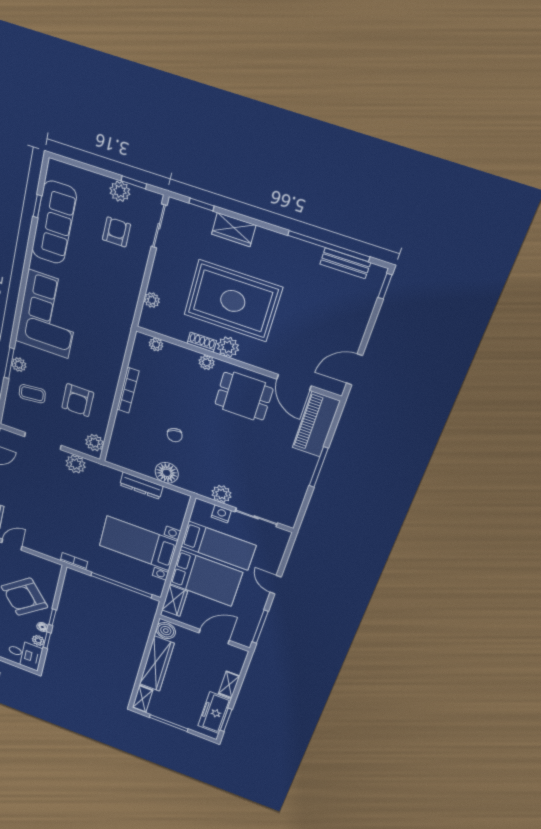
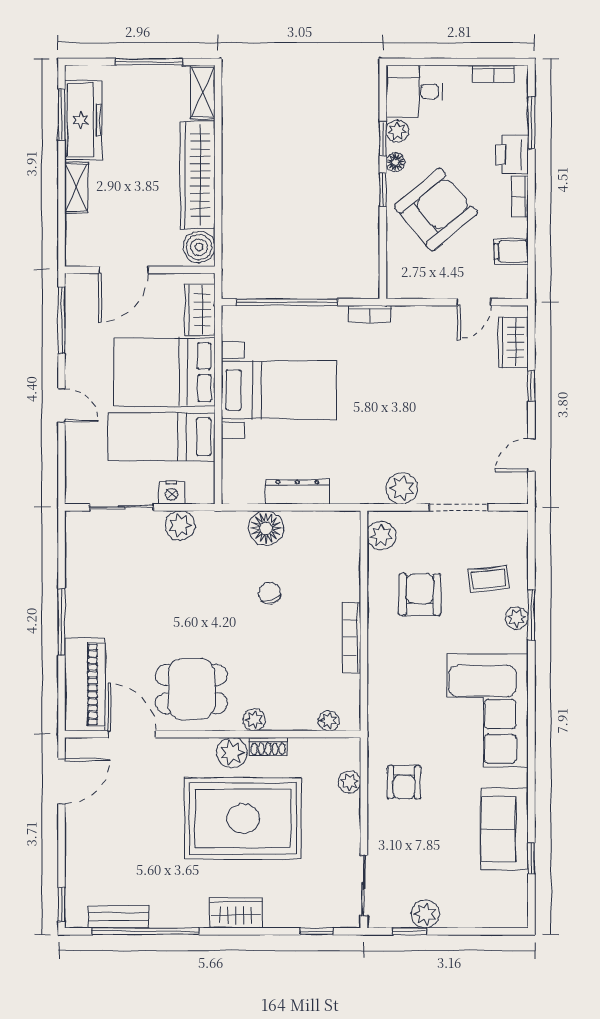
sofa: (54, 223) -> (504, 829), width x0.73
wardrobe: (234, 230) -> (236, 913), moved
armchair: (116, 232) -> (404, 782), moved

